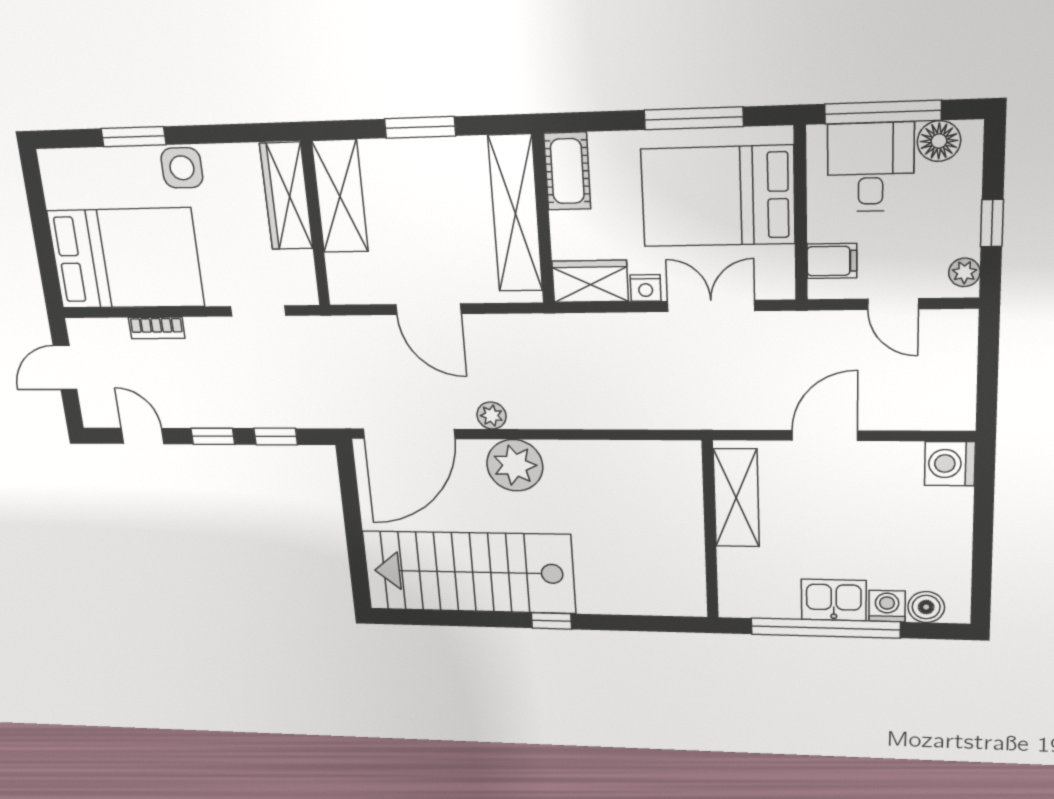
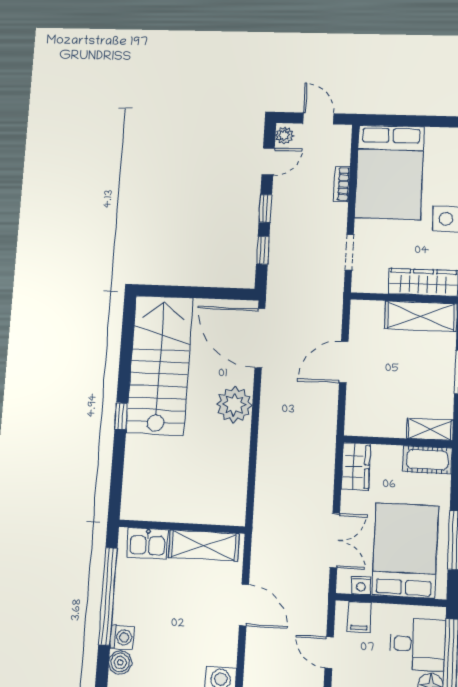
shelving: (515, 214) -> (430, 429), width x0.45, depth x0.75
nightstand: (646, 288) -> (361, 586), moved, turned -90
door: (893, 304) -> (329, 653), hinge flipped
plant: (491, 416) -> (284, 135), moved
kitchen sink: (834, 600) -> (147, 543), moved, turned 90

